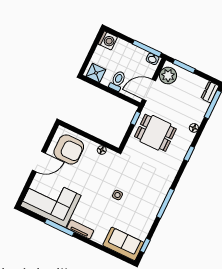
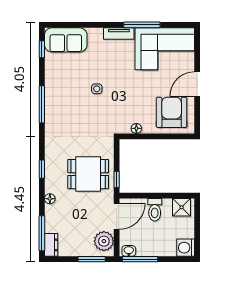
armchair: (69, 149) -> (172, 112), turned 90

